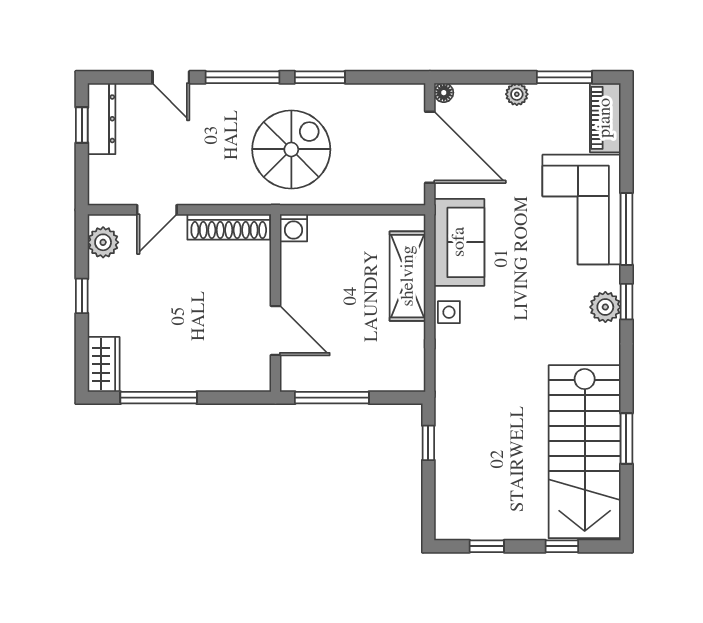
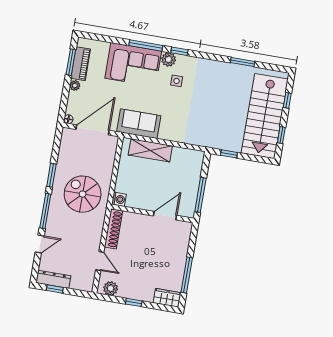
piano: (605, 118) -> (81, 64), moved, turned -90
plant: (605, 307) -> (169, 59), moved
side table: (449, 312) -> (177, 81), moved
stairs: (585, 452) -> (265, 116), moved, turned 90

